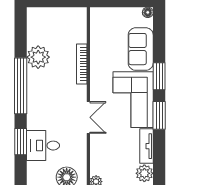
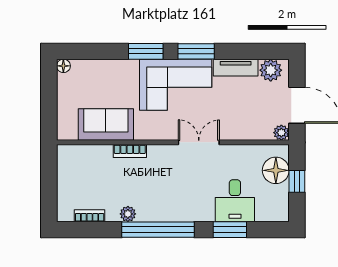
bookcase: (31, 33) -> (90, 216), added
sofa: (141, 49) -> (106, 125), moved, turned 180
plant: (38, 57) -> (128, 214), width x0.53, depth x0.53
bookcase: (82, 64) -> (130, 151), width x0.64

